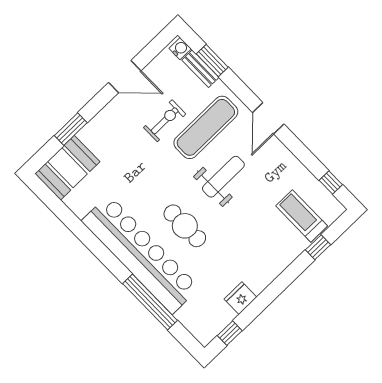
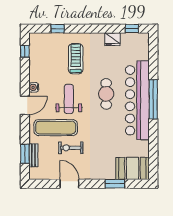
water cooler: (180, 49) -> (34, 87), moved
weight bench: (223, 177) -> (69, 99), turned 90
treadmill: (302, 216) -> (76, 59), moved, turned 180
window: (150, 302) -> (153, 99), moved

